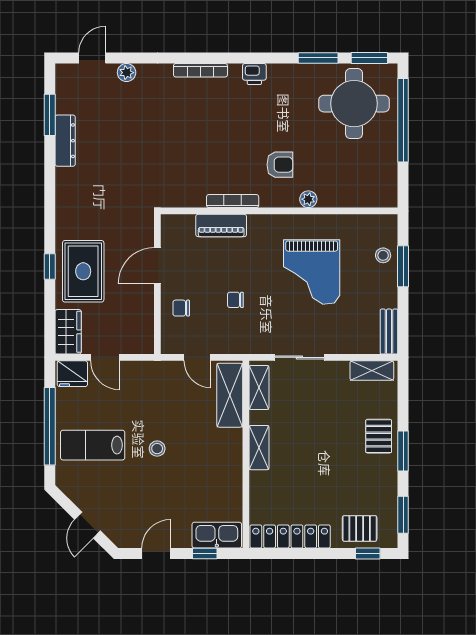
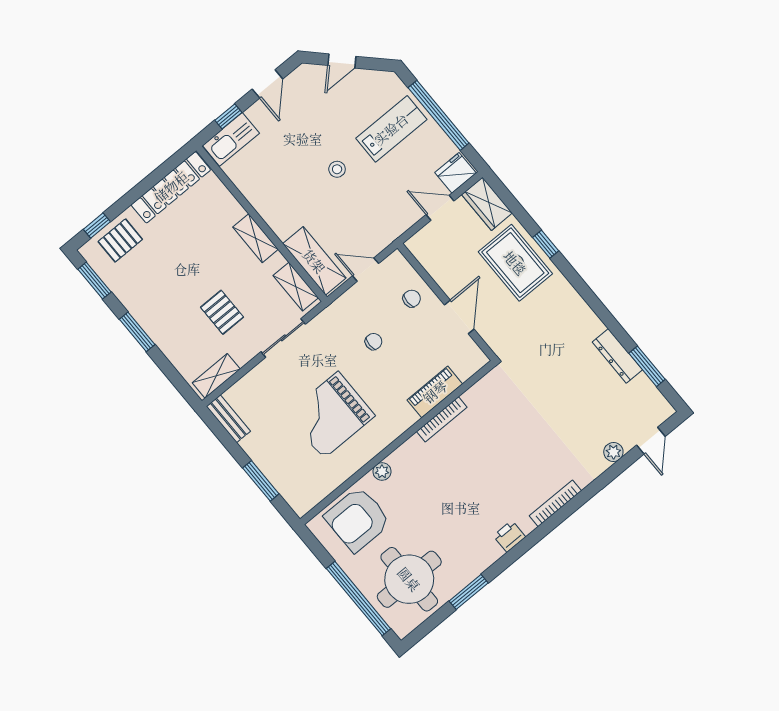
window: (369, 58) -> (427, 626), removed
armchair: (280, 165) -> (358, 519), moved, width x1.88, depth x1.88
stool: (383, 255) -> (284, 476), removed
grand piano: (312, 272) -> (331, 415), turned -90
pallet: (379, 436) -> (222, 312), moved
door: (88, 525) -> (342, 61), swing flipped

